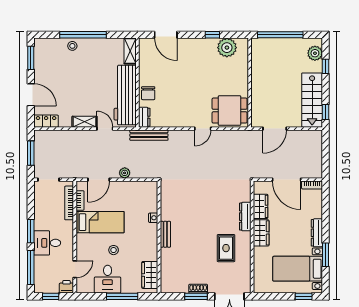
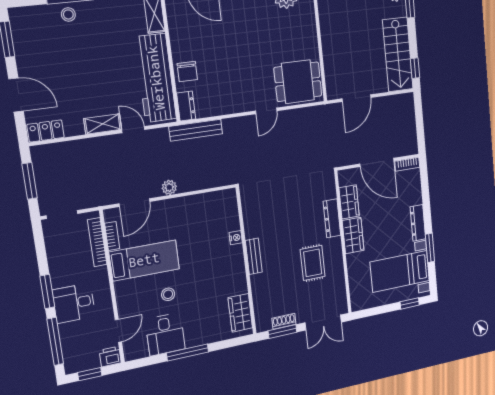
nightstand: (153, 218) -> (236, 238), moved
bench: (165, 234) -> (254, 256), moved
wall: (159, 237) -> (246, 261), moved
wardrobe: (150, 275) -> (240, 313), moved

